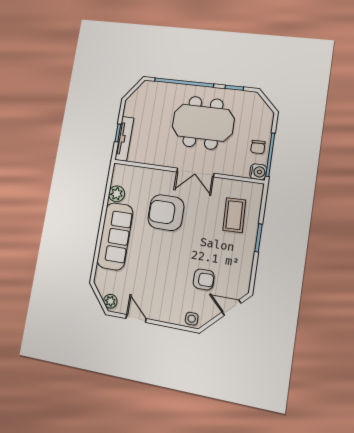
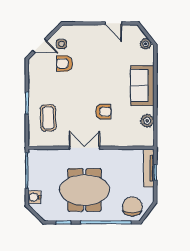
chair: (258, 147) -> (132, 206), moved, width x1.87, depth x1.87
water cooler: (258, 172) -> (34, 197), moved
armchair: (166, 213) -> (103, 112), width x0.53, depth x0.53
sofa: (115, 236) -> (142, 86), width x0.73
plant: (110, 301) -> (146, 44), moved
side table: (192, 319) -> (61, 44), moved

